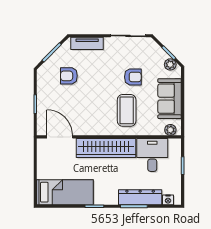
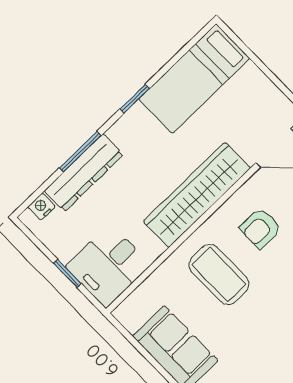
armchair: (133, 77) -> (260, 228), moved
plant: (170, 130) -> (132, 306), removed
desk: (152, 155) -> (108, 266), moved, turned 90

